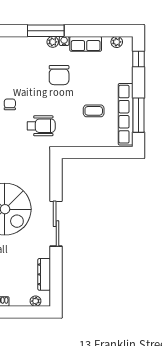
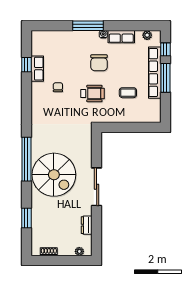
plant: (53, 42) -> (94, 35), removed
row of seats: (126, 114) -> (155, 73), moved
window: (139, 115) -> (165, 78), moved
wheelchair: (41, 126) -> (93, 94), moved
dresser: (44, 274) -> (87, 225), width x0.70

